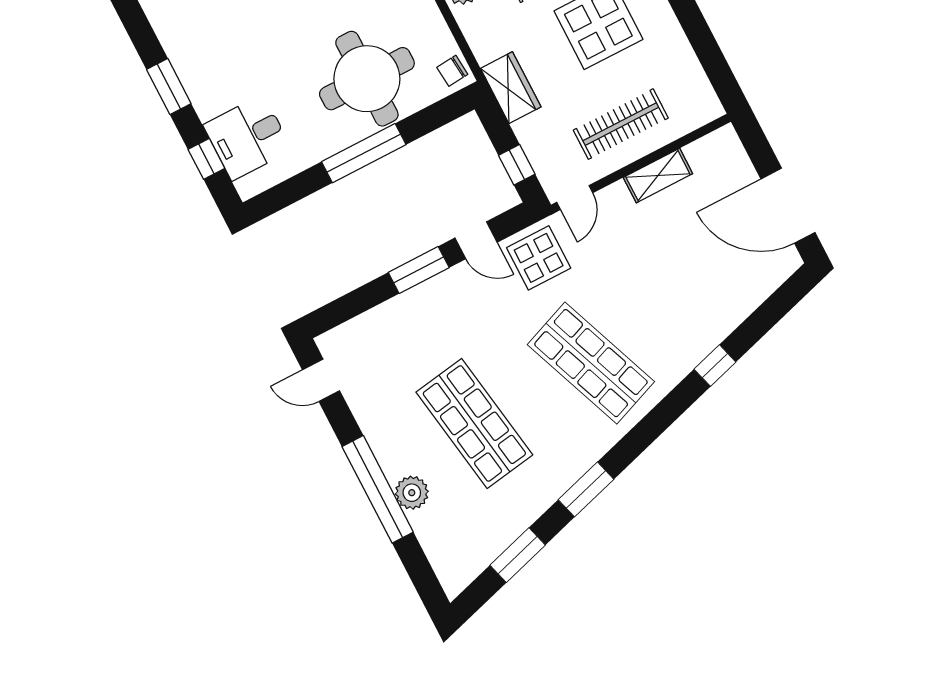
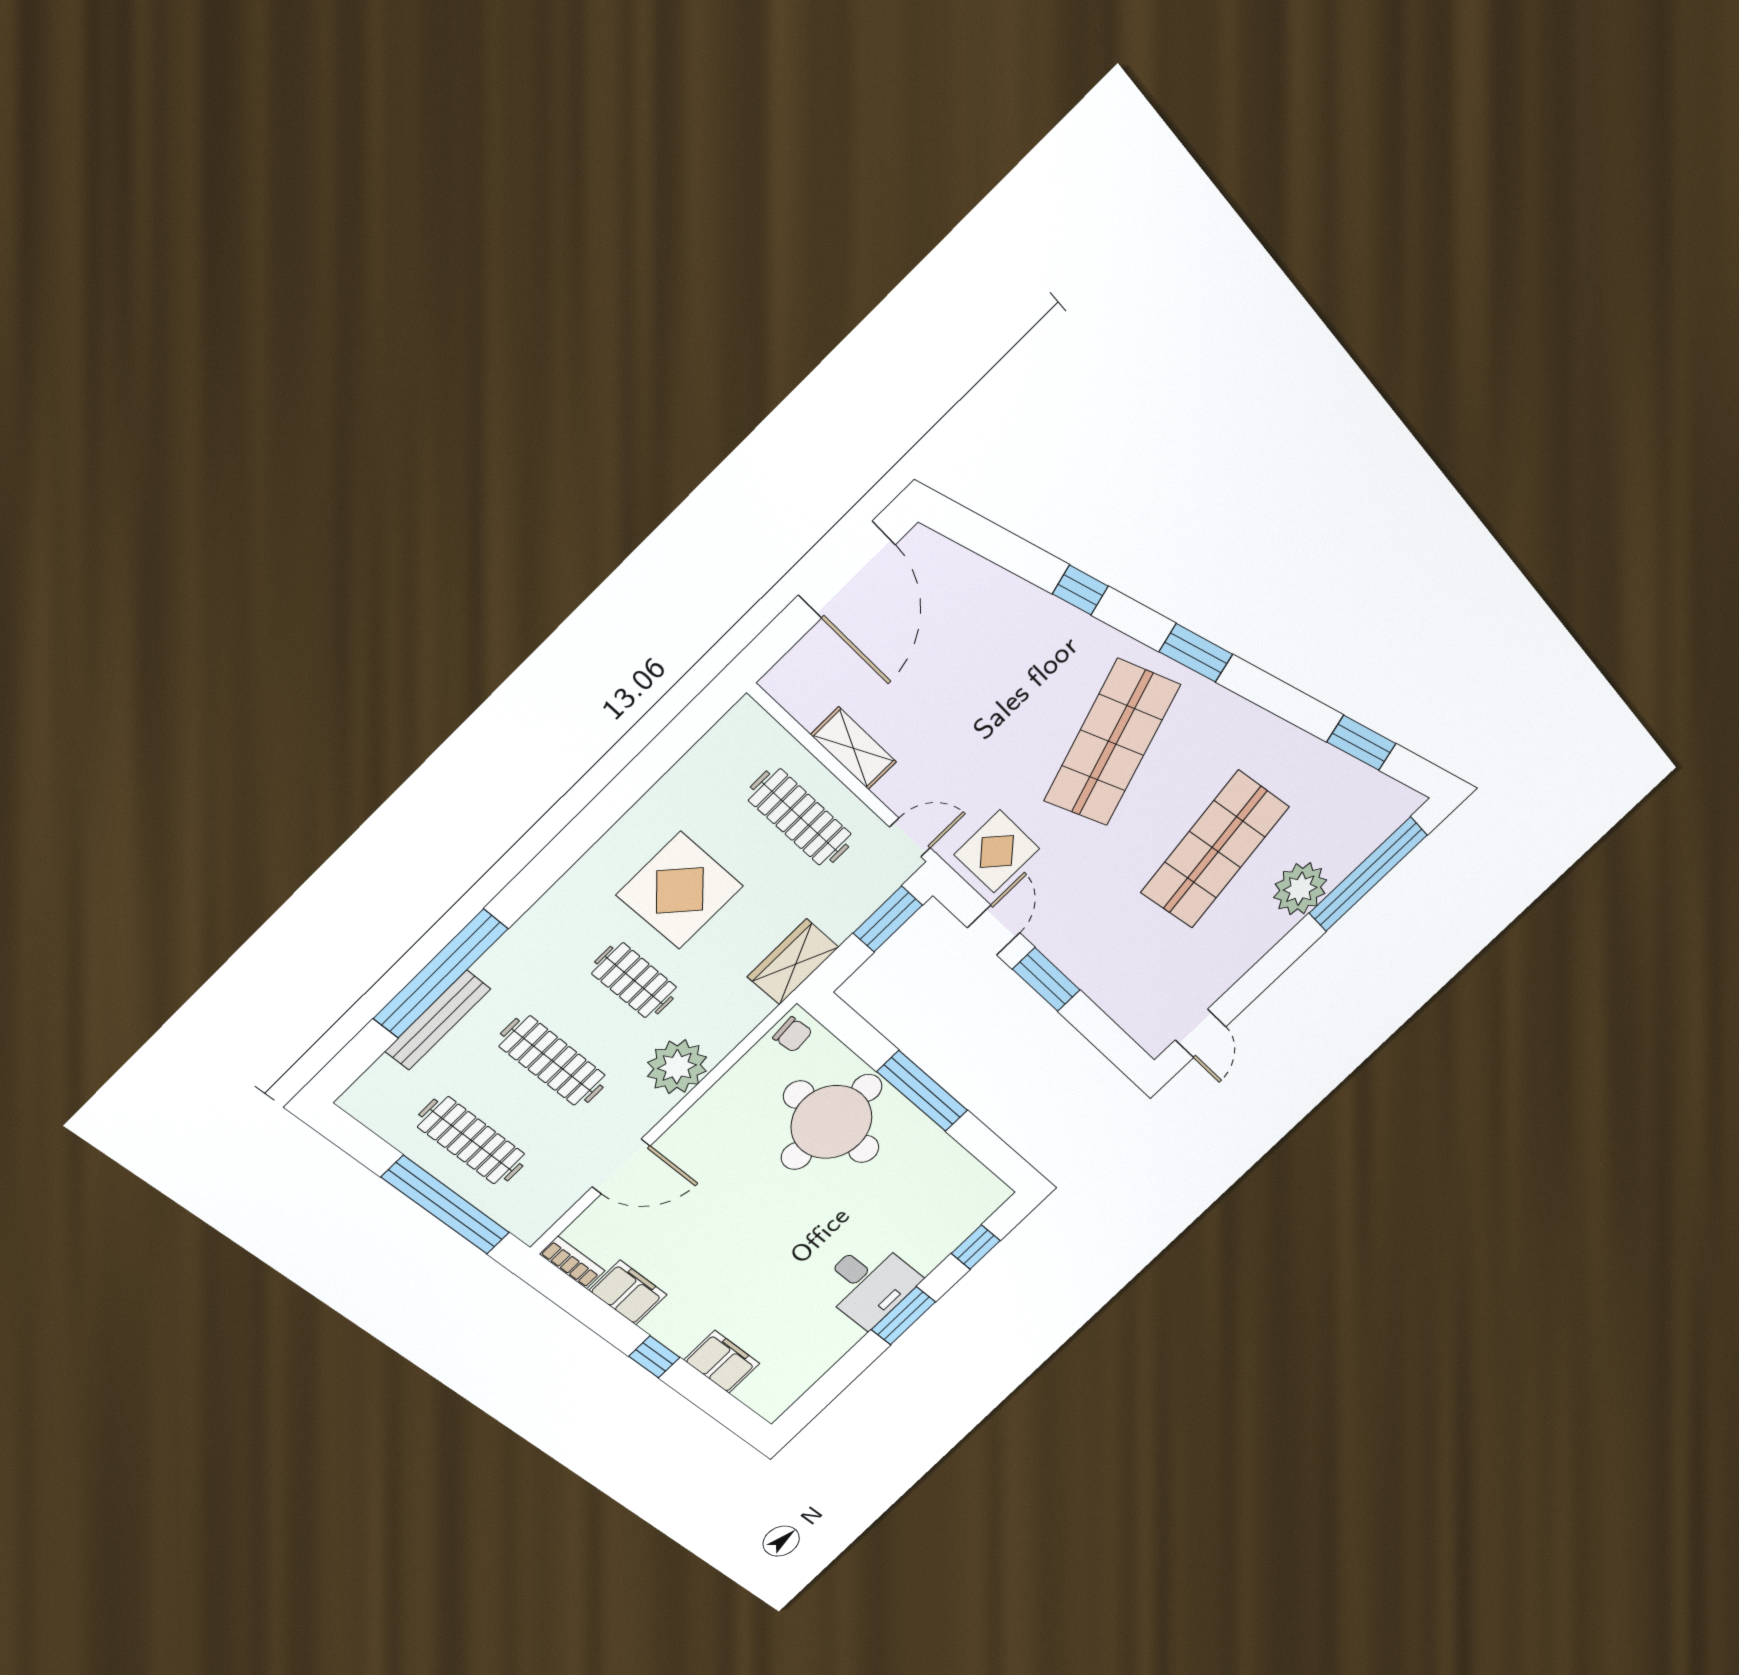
desk: (248, 137) -> (869, 1283), moved
window: (517, 165) -> (888, 919), width x1.50
window: (378, 489) -> (1368, 874), moved
window: (586, 489) -> (1196, 653), moved
plant: (412, 493) -> (1300, 889), width x1.36, depth x1.36

